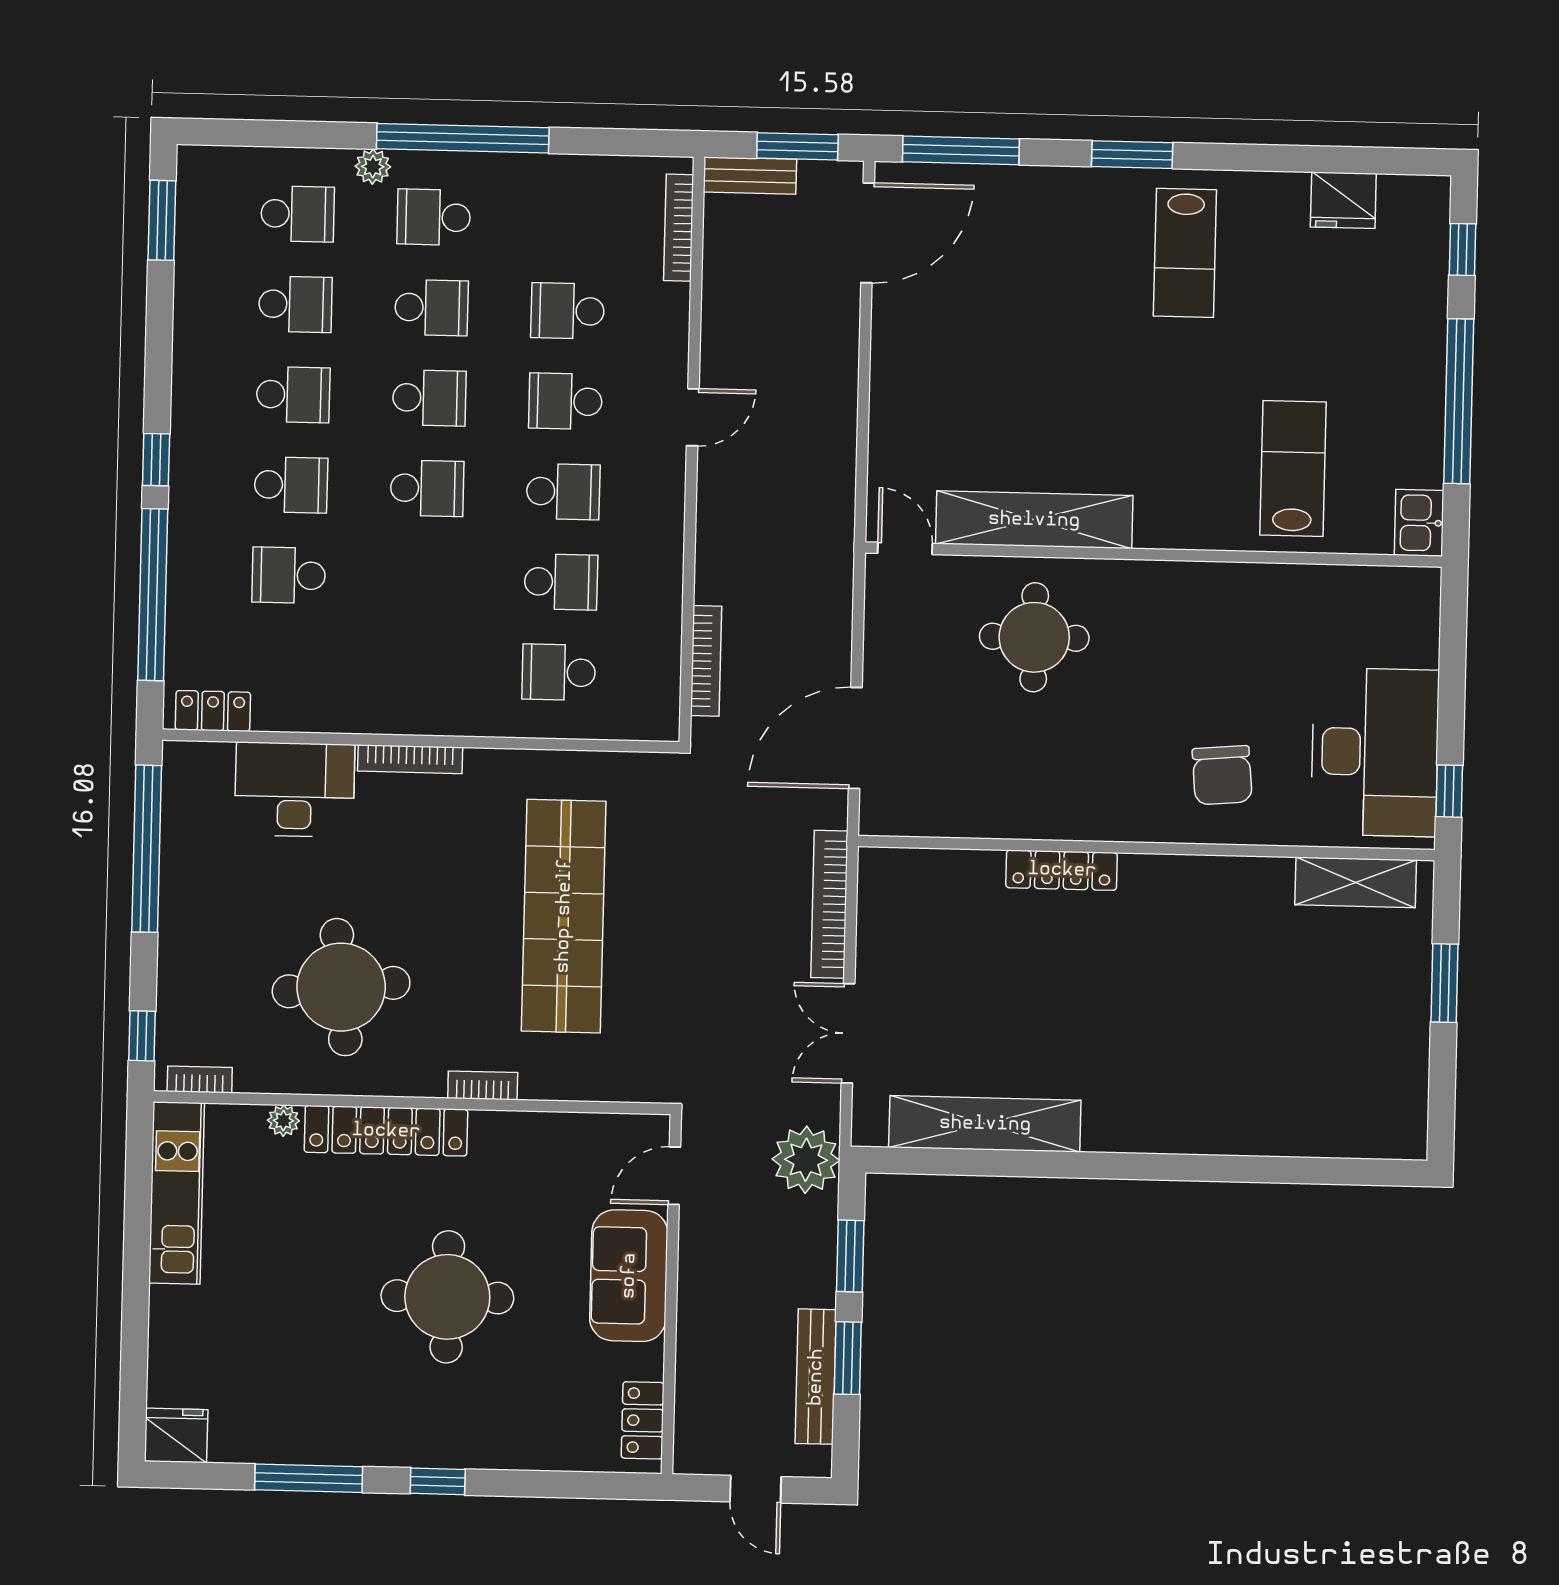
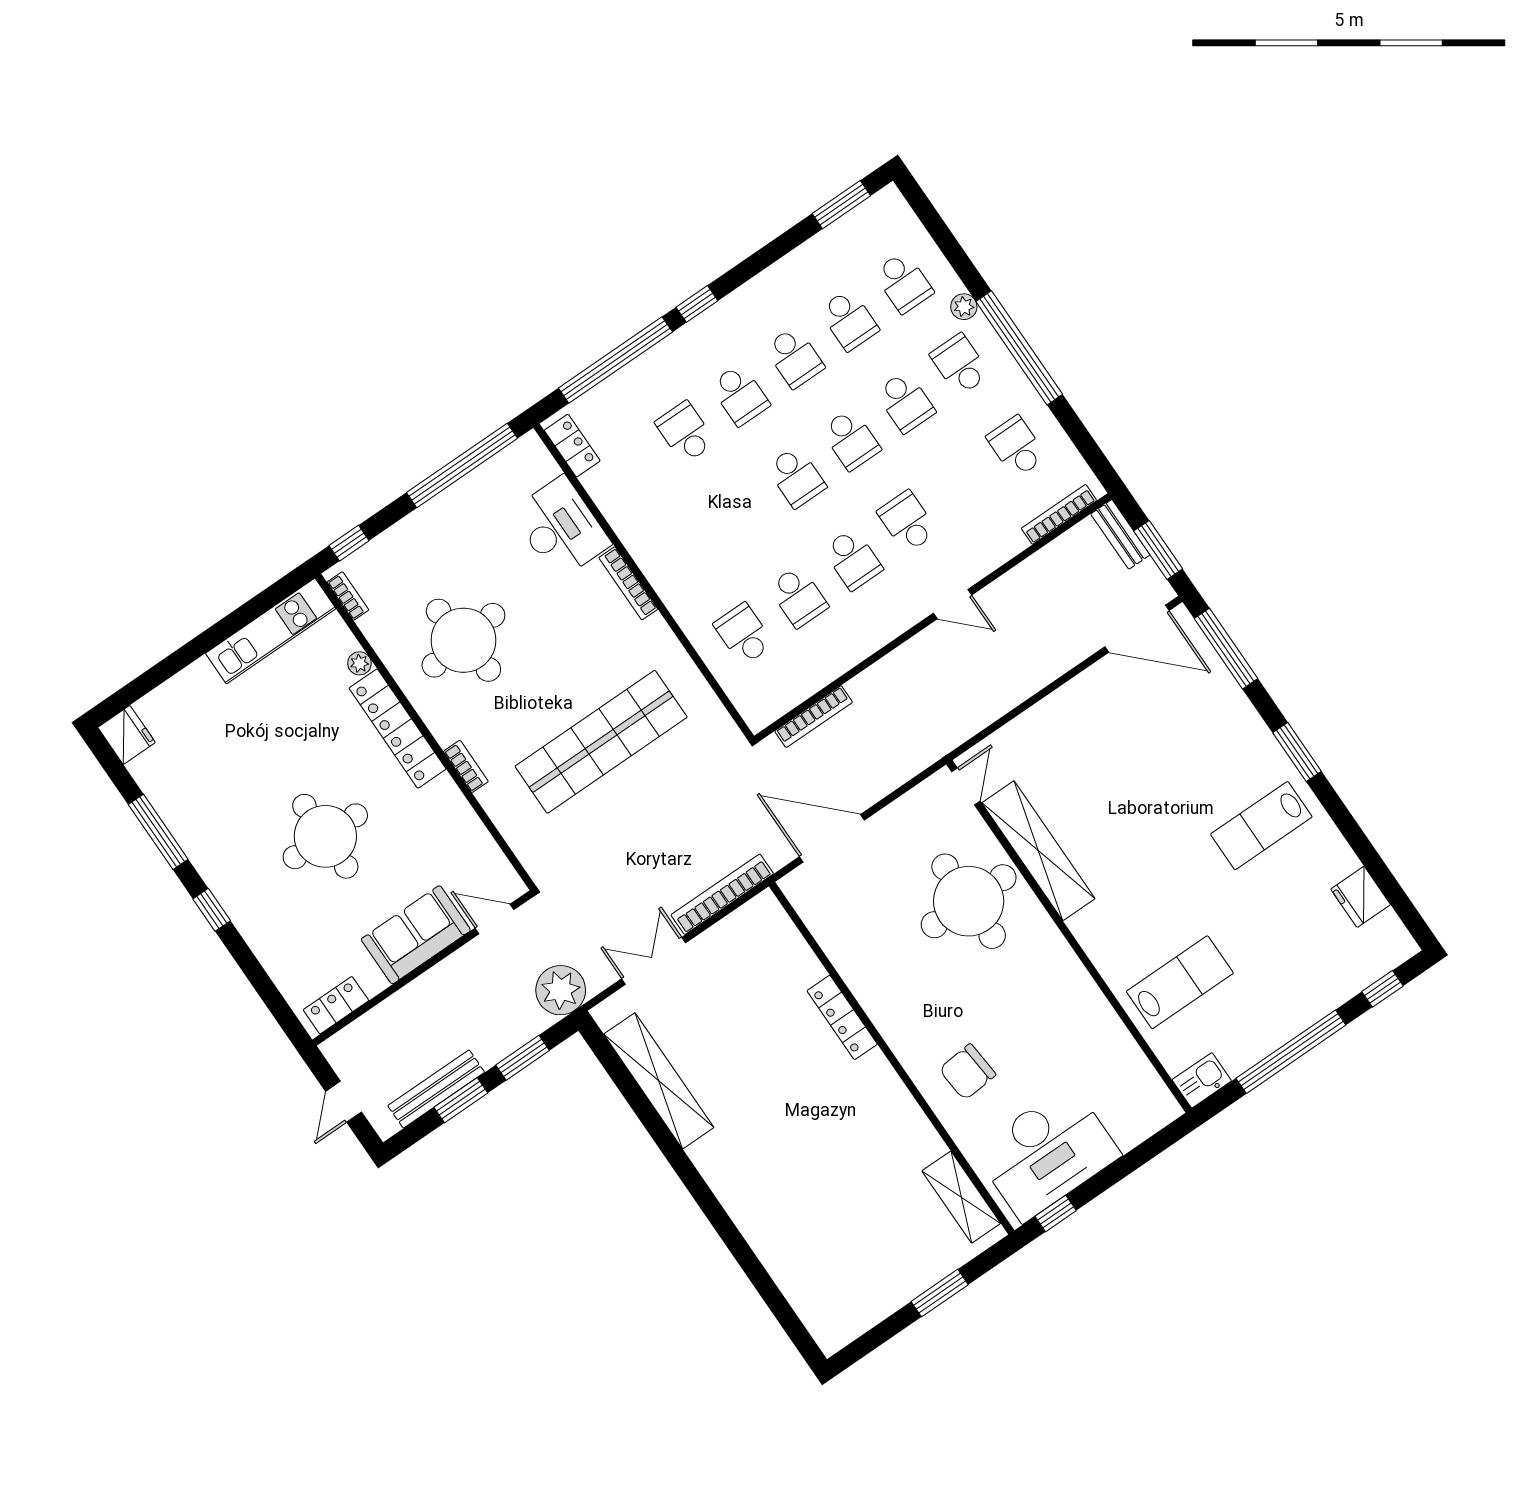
school desk: (568, 311) -> (1016, 447), moved
round table: (1034, 637) -> (969, 901), width x1.36, depth x1.36

